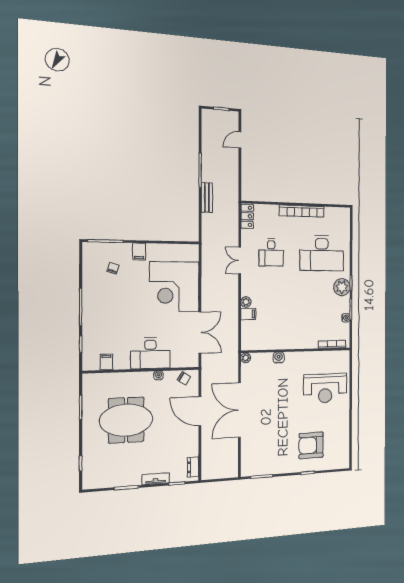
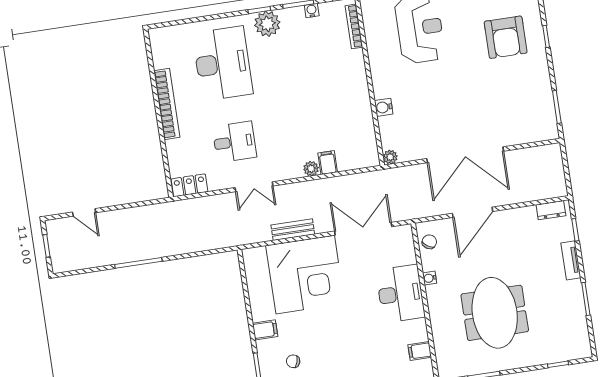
bench: (207, 197) -> (293, 230), moved

